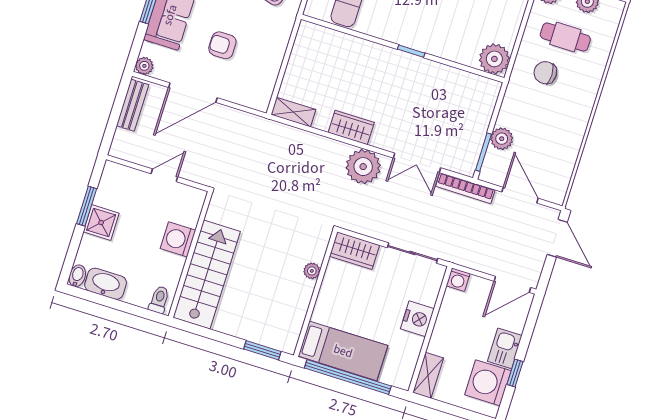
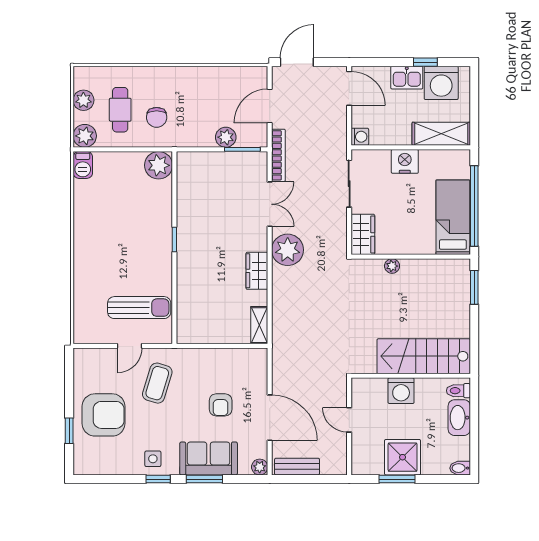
shower: (101, 222) -> (403, 457), width x1.36, depth x1.36
washbasin: (106, 284) -> (459, 418), moved
shelving: (428, 375) -> (441, 134), width x1.50, depth x1.33

